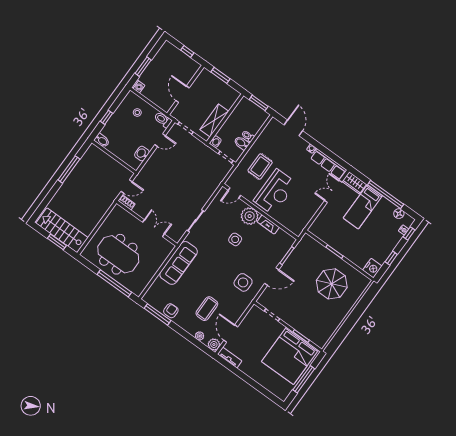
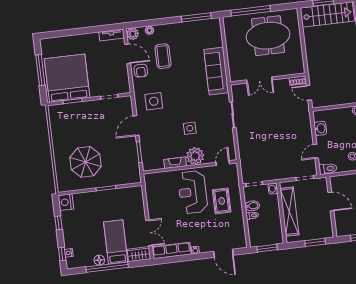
shelving: (214, 120) -> (289, 212), width x1.47
door: (127, 186) -> (309, 93), hinge flipped
floor lamp: (399, 214) -> (99, 260), moved
armchair: (171, 311) -> (141, 71), moved

